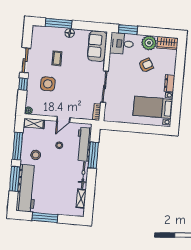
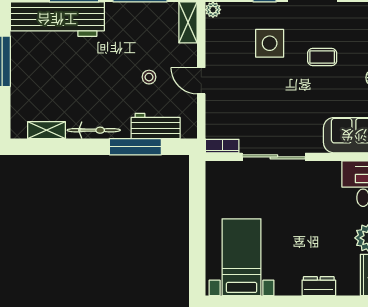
armchair: (146, 65) -> (325, 236), removed
dresser: (170, 83) -> (319, 286), moved
workbench: (84, 144) -> (156, 126), width x0.73
stool: (36, 155) -> (126, 32), removed

